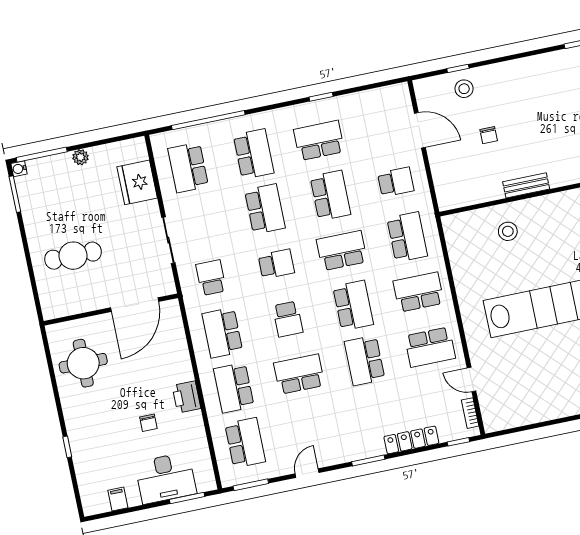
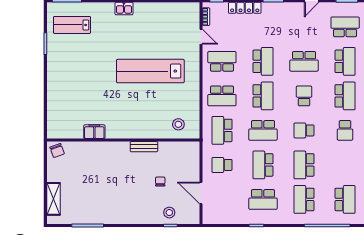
stool: (508, 231) -> (178, 124), moved
school desk: (353, 306) -> (263, 96), turned 180
school desk: (245, 443) -> (345, 27), turned 90

